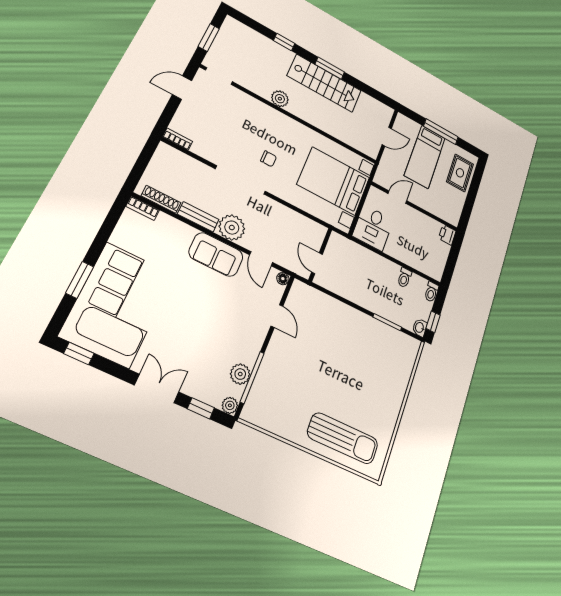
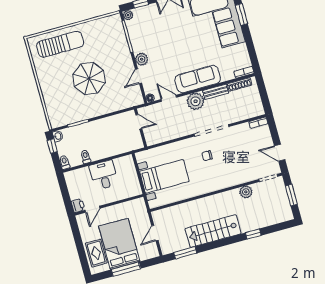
window: (330, 68) -> (185, 253), moved
door: (182, 88) -> (280, 153), swing flipped
plant: (280, 99) -> (246, 192), moved
bed: (425, 157) -> (119, 244), width x1.50
bed with nightstands: (334, 181) -> (164, 176), width x0.73
door: (397, 197) -> (92, 209), moved
desk: (373, 228) -> (104, 175), moved
sofa: (216, 254) -> (198, 79), width x1.36
door: (277, 316) -> (138, 76), hinge flipped
parasol: (338, 364) -> (89, 79), added
plant: (240, 374) -> (142, 59), moved
sun lounger: (343, 438) -> (60, 44), turned 180

